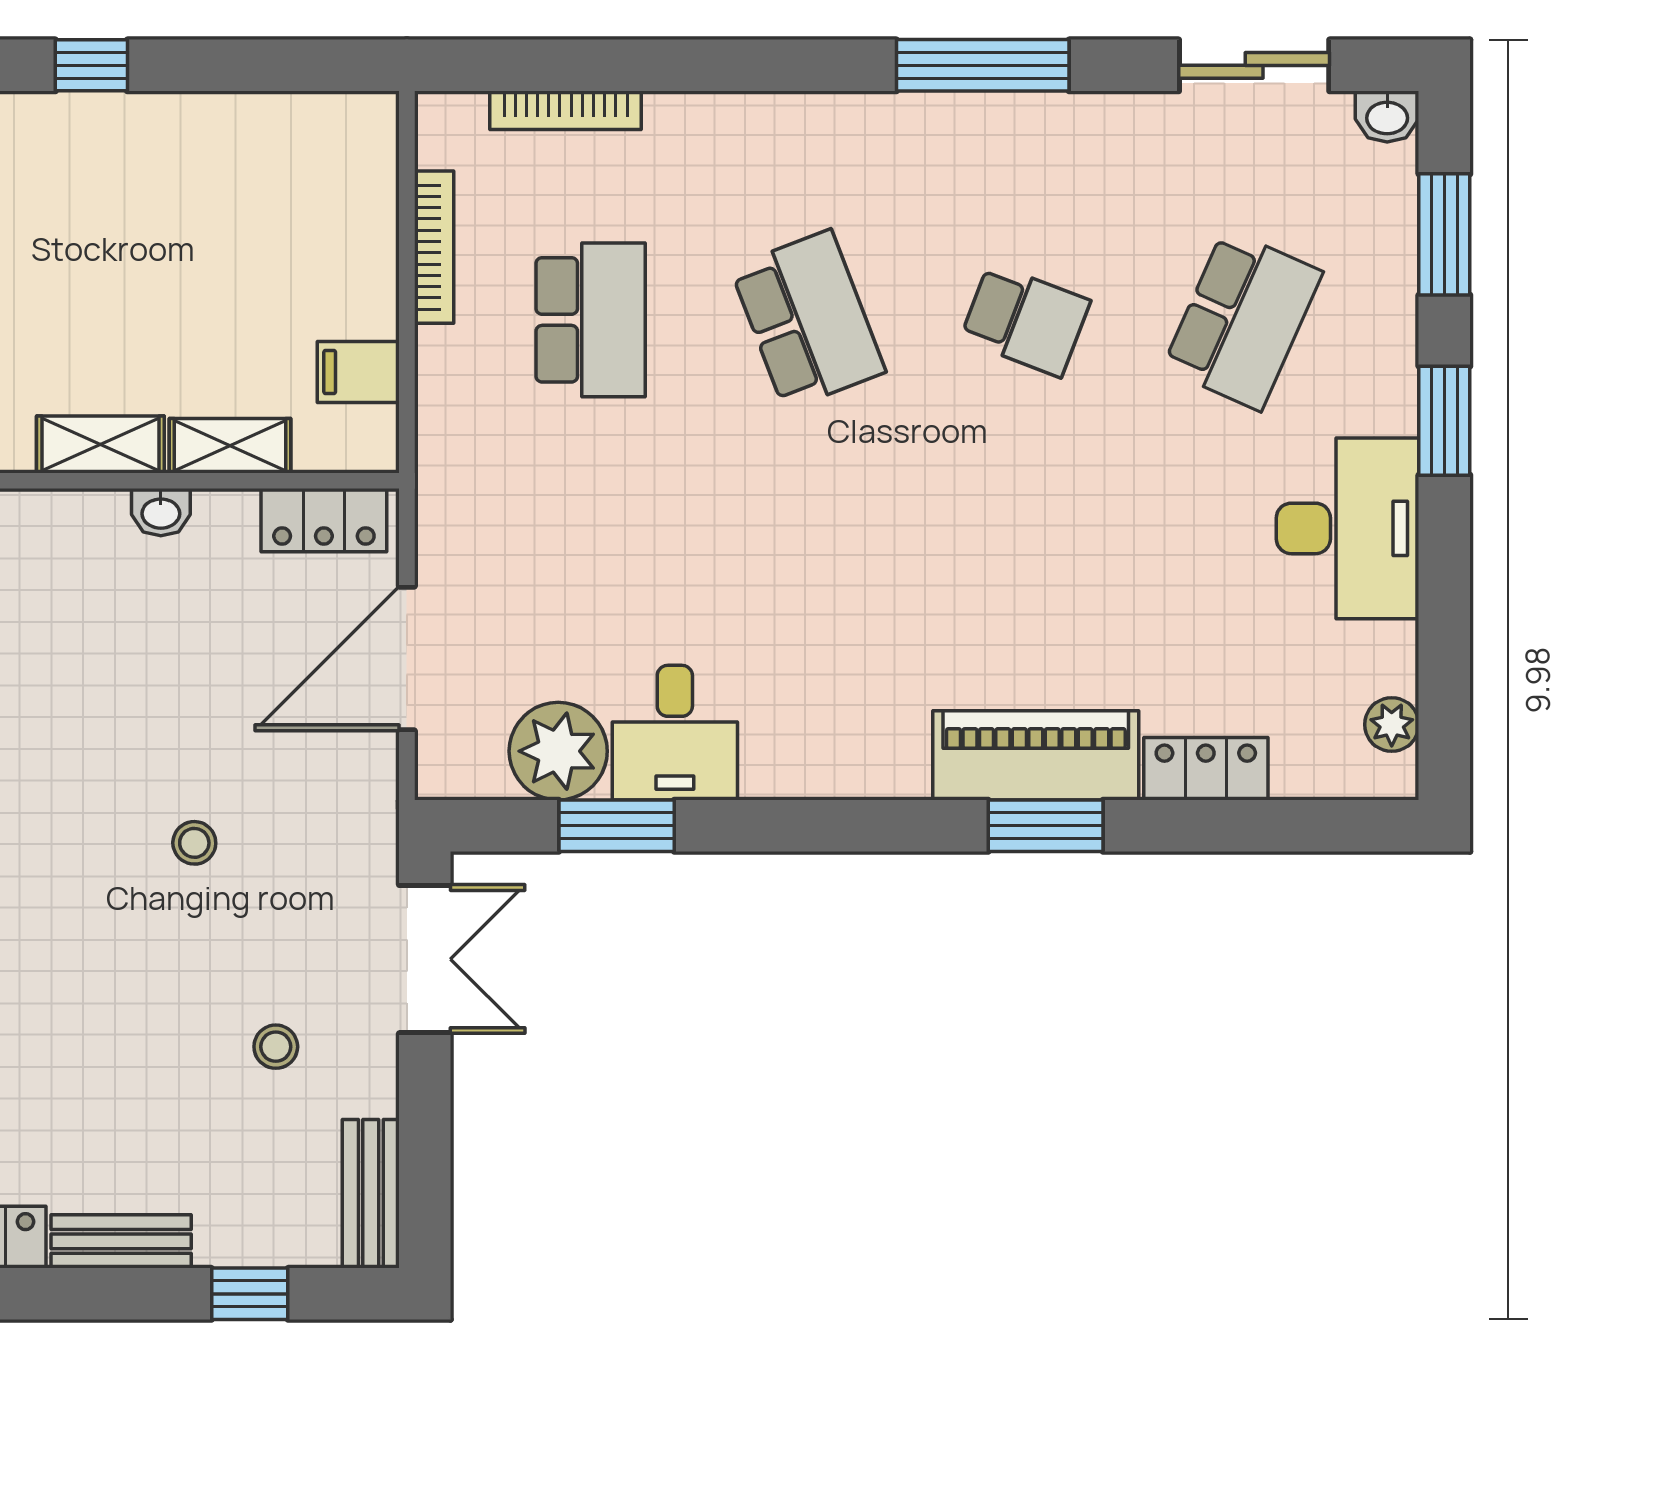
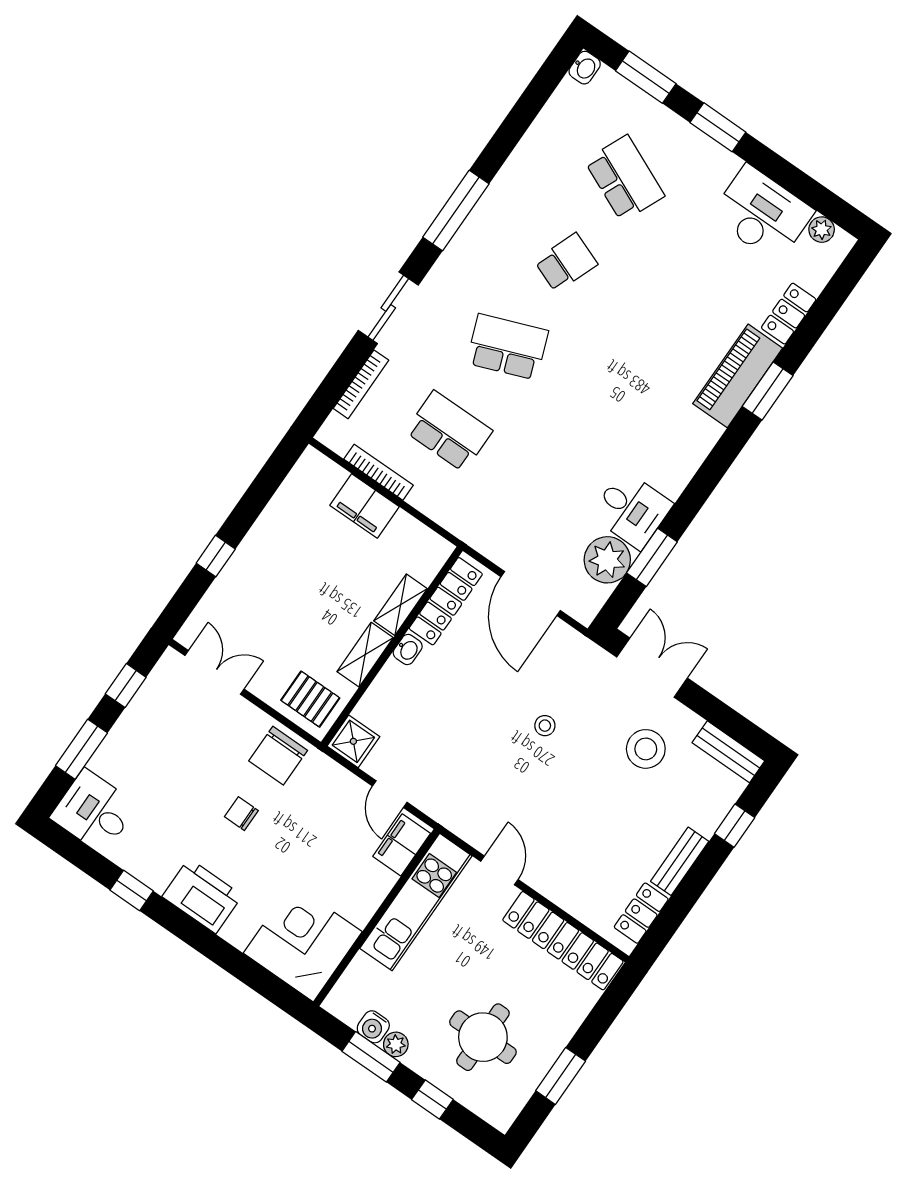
sliding door: (1254, 65) -> (388, 308), moved
filing cabinet: (358, 372) -> (364, 506), moved, width x2.00
locker: (324, 520) -> (446, 601), width x1.53
desk: (1347, 528) -> (762, 214), moved
stool: (276, 1047) -> (646, 749), width x1.89, depth x1.89

